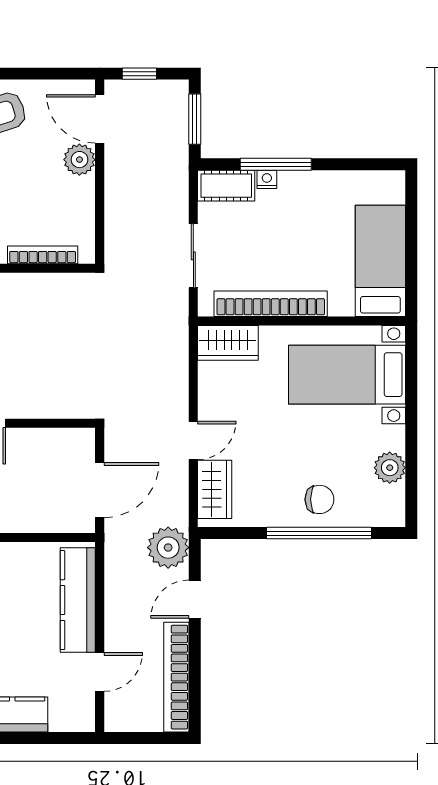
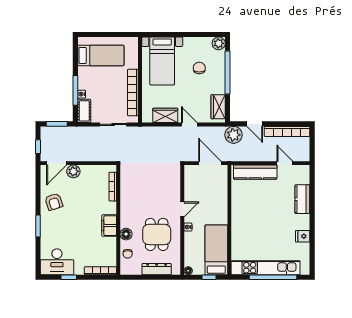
bed: (380, 261) -> (101, 55), moved, turned 180
wardrobe: (228, 343) -> (165, 115), moved, turned -90
plant: (390, 468) -> (219, 43), moved
wardrobe: (215, 489) -> (218, 107), moved, turned -90
chair: (319, 499) -> (199, 68), moved

